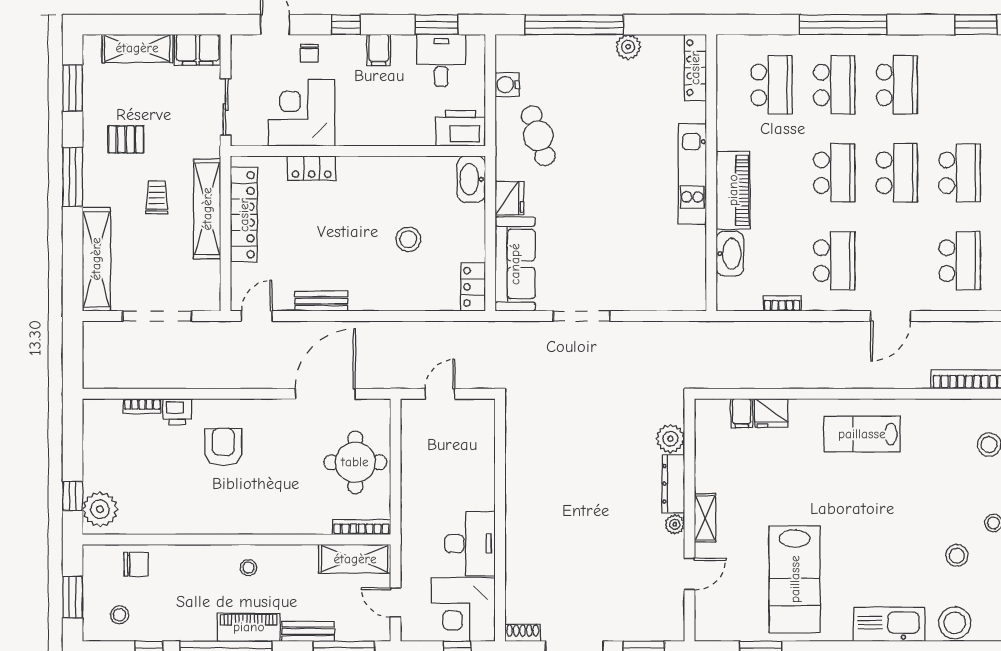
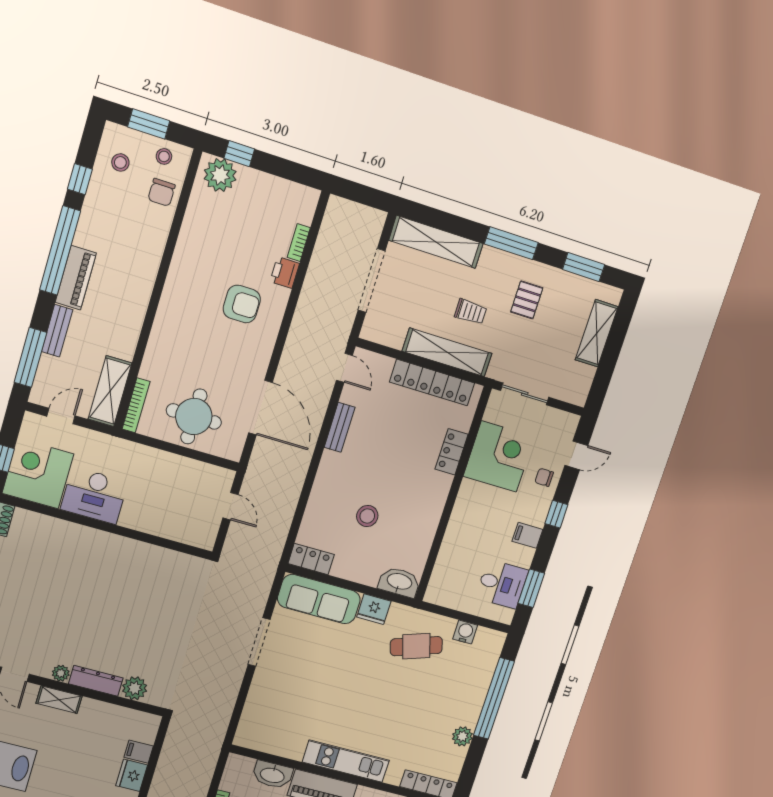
filing cabinet: (198, 50) -> (578, 384), removed
printer: (460, 128) -> (443, 585), removed
stool: (248, 568) -> (164, 156), moved

